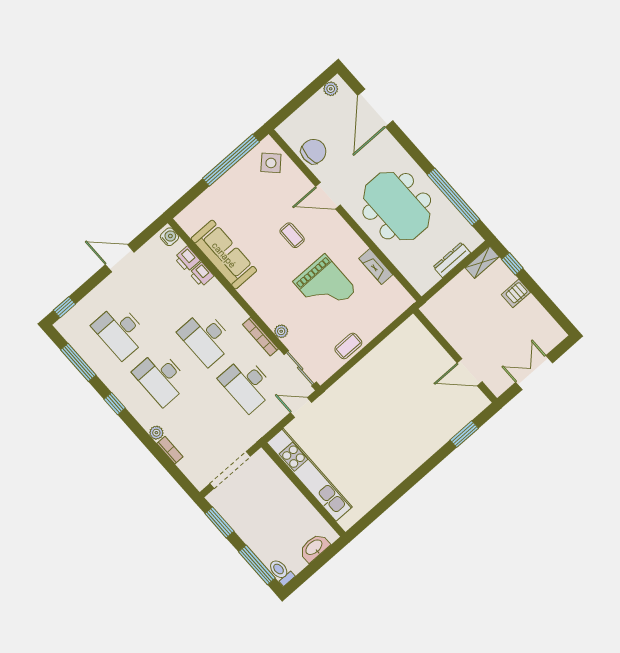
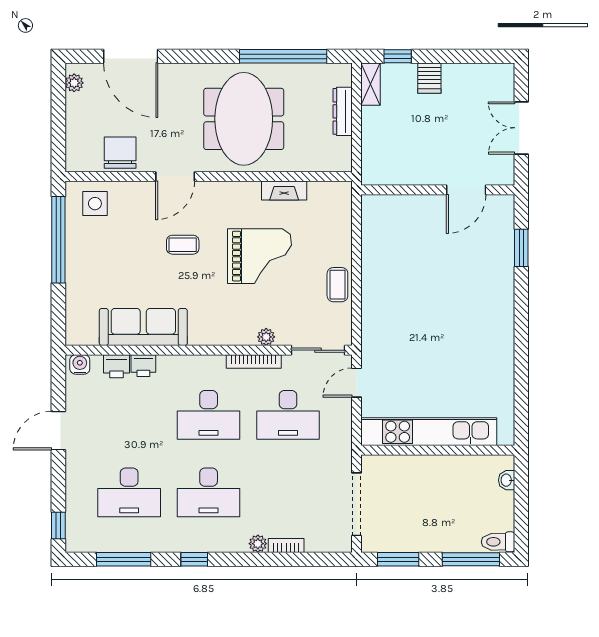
side table: (271, 163) -> (95, 204), turned 45
meeting table: (397, 206) -> (244, 119), turned 90
washbasin: (314, 548) -> (507, 480), width x0.52, depth x0.69

